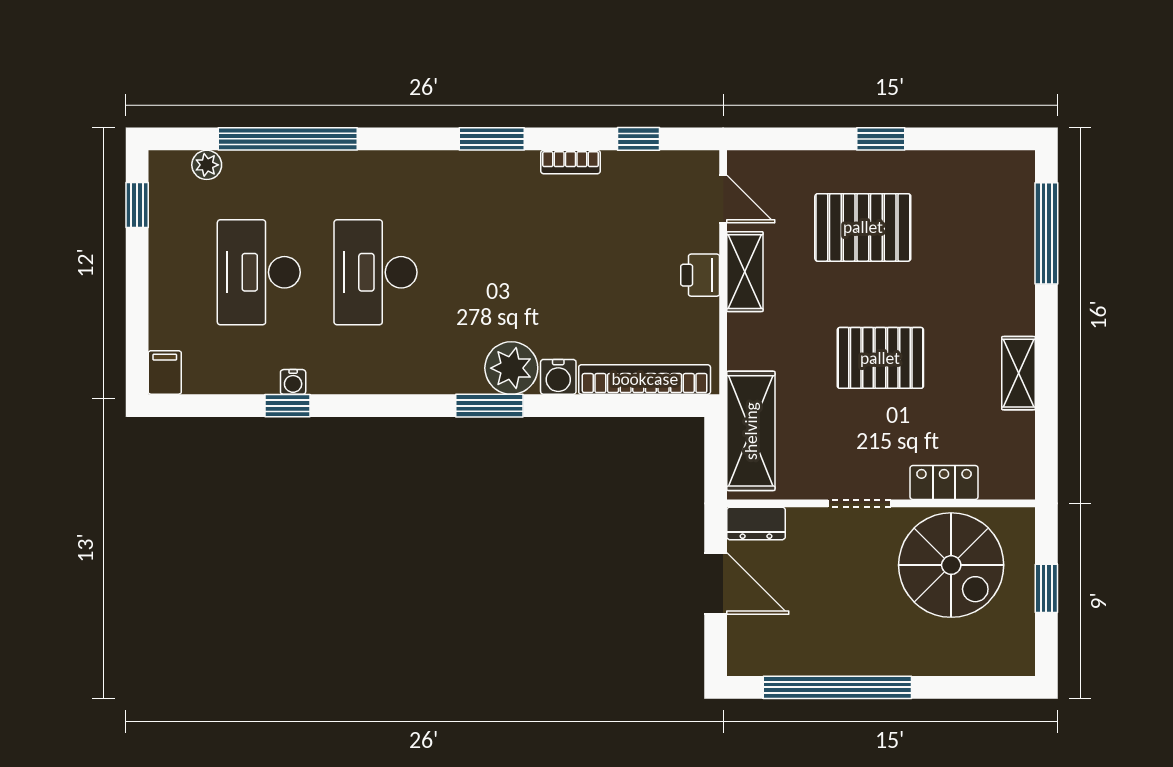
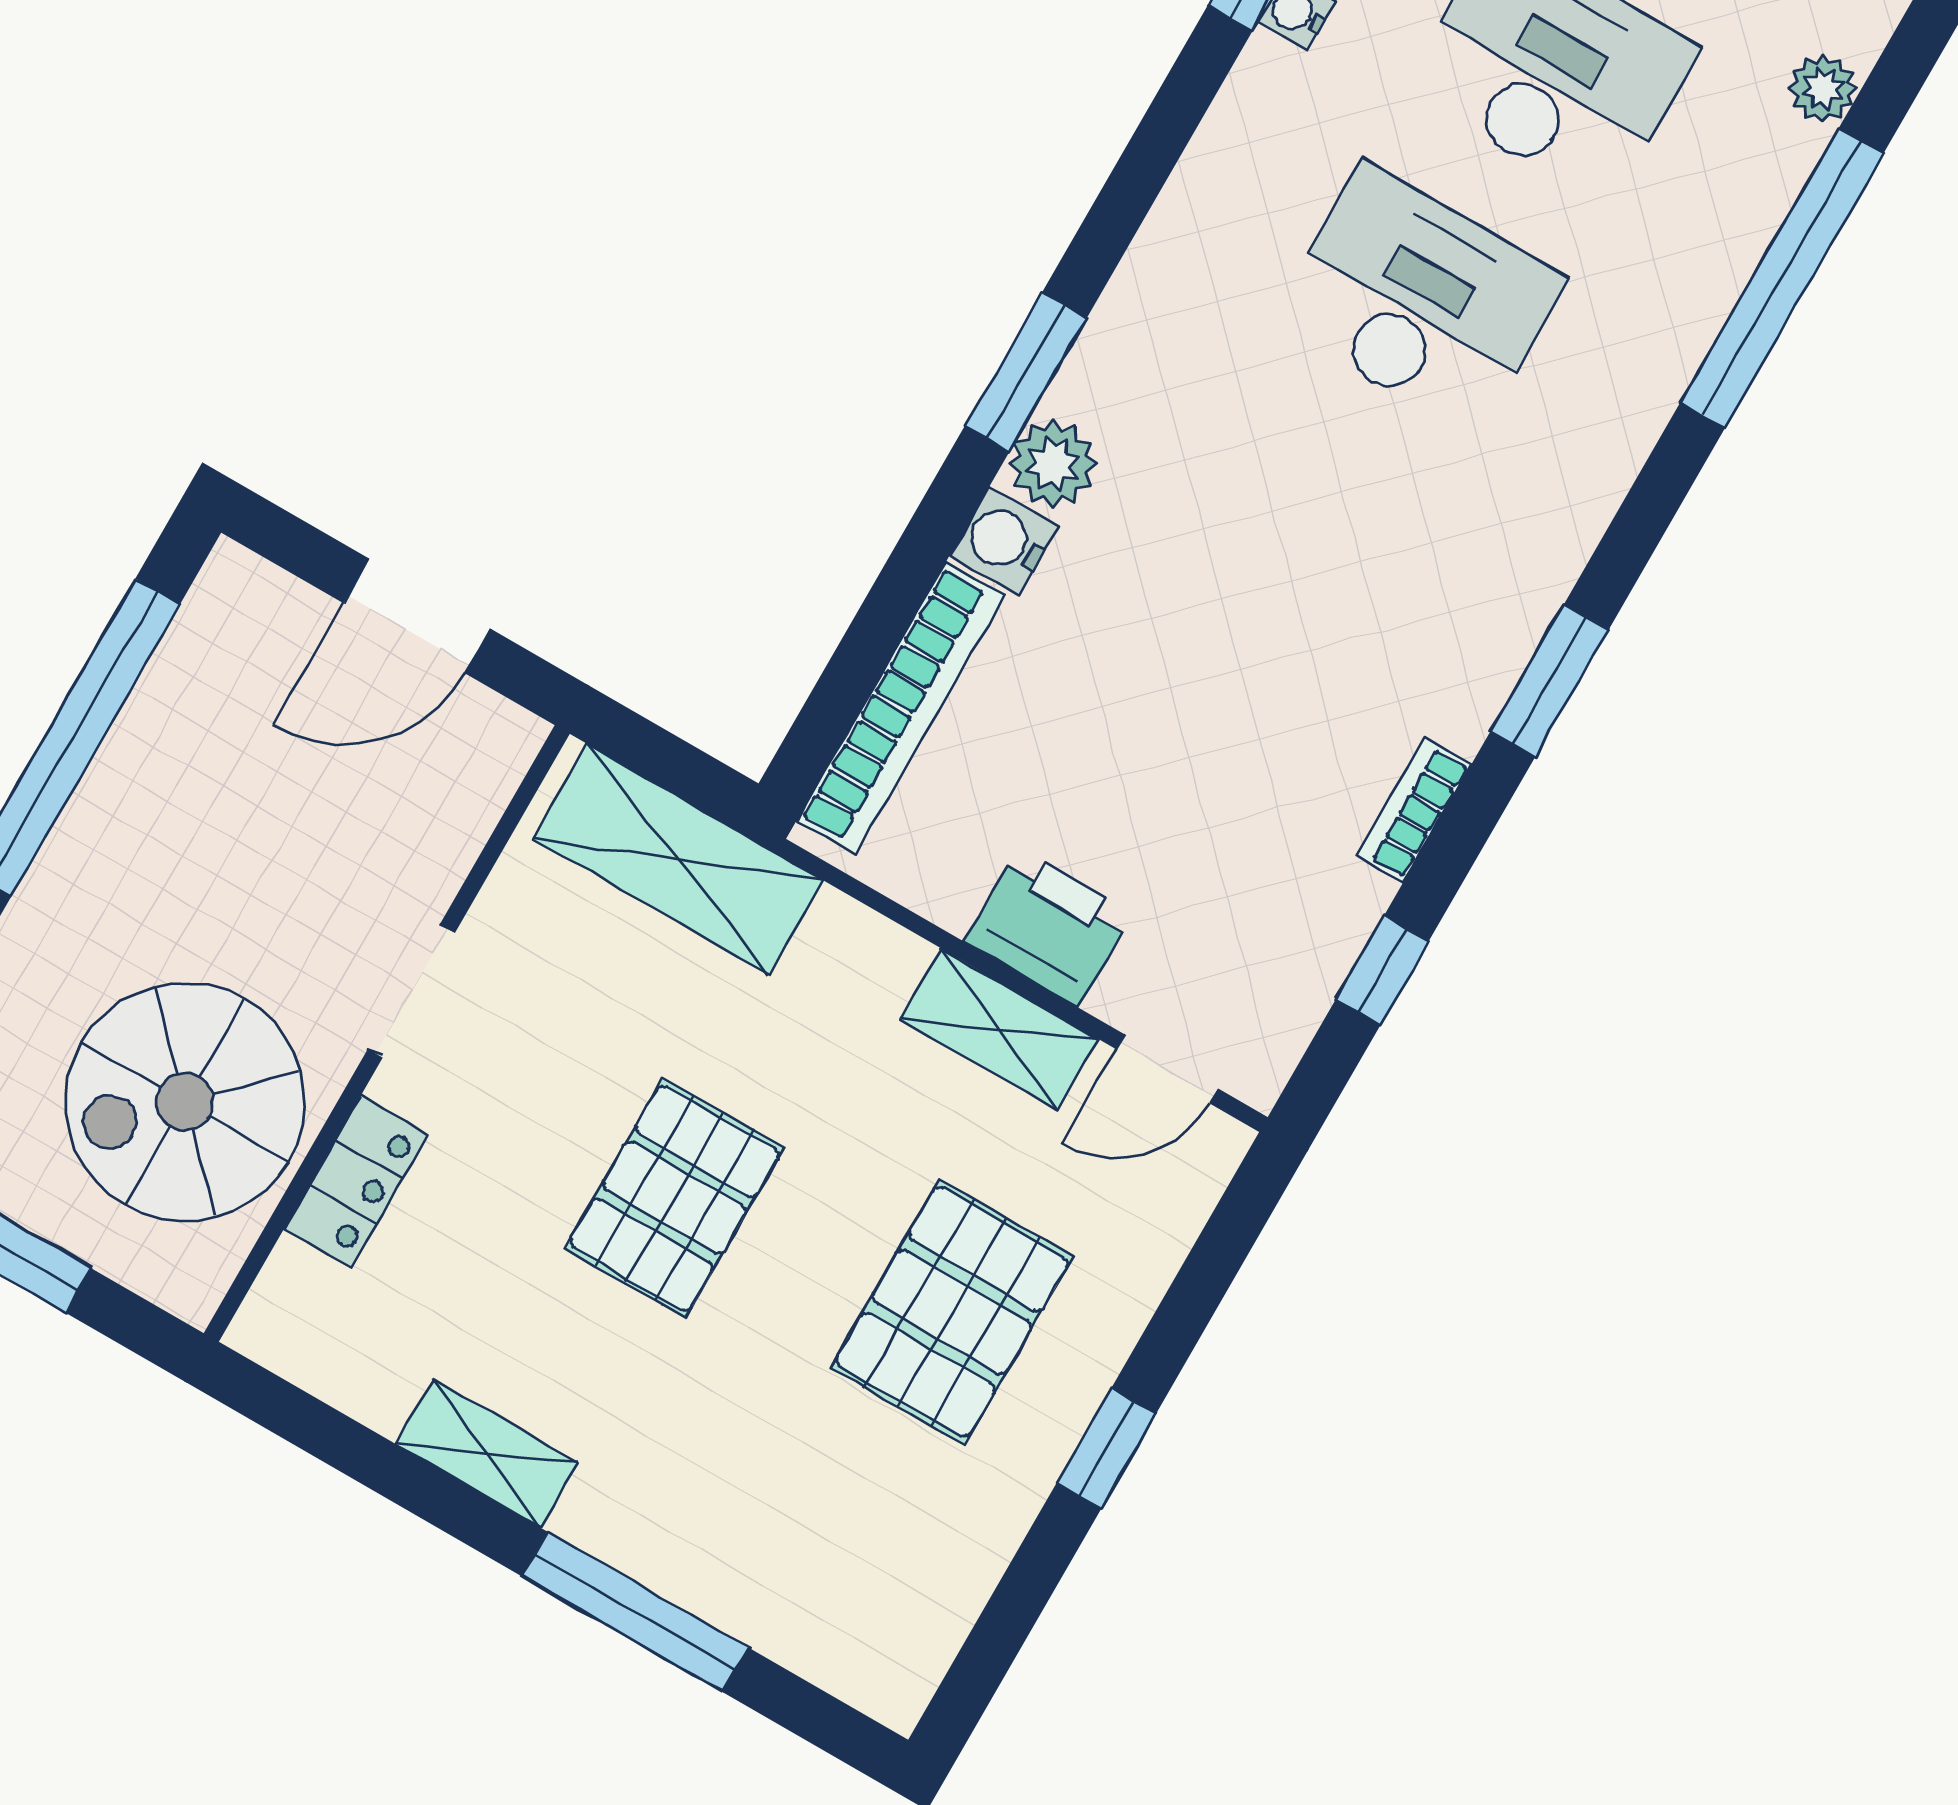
window: (1046, 233) -> (635, 1612), moved
printer: (700, 275) -> (1048, 928), width x1.36, depth x1.24
plant: (511, 368) -> (1053, 464), width x0.73, depth x0.73
dresser: (756, 523) -> (489, 764), removed

